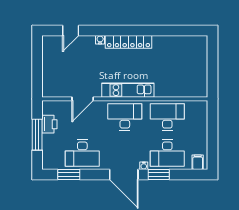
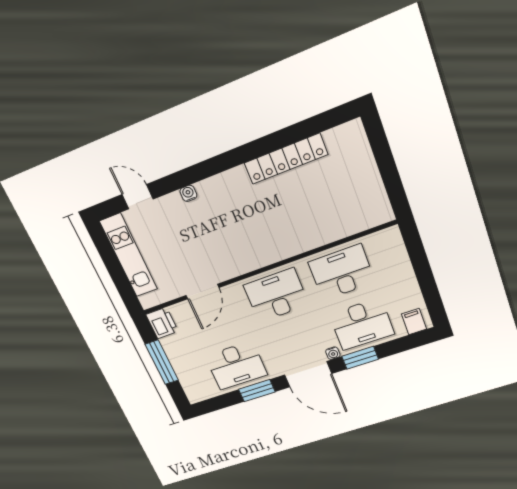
door: (71, 30) -> (138, 197), swing flipped
locker: (129, 42) -> (286, 159), moved
kitchen unit: (128, 90) -> (129, 255), moved, turned 90
printer: (49, 124) -> (162, 323), moved
window: (69, 175) -> (257, 391), moved

